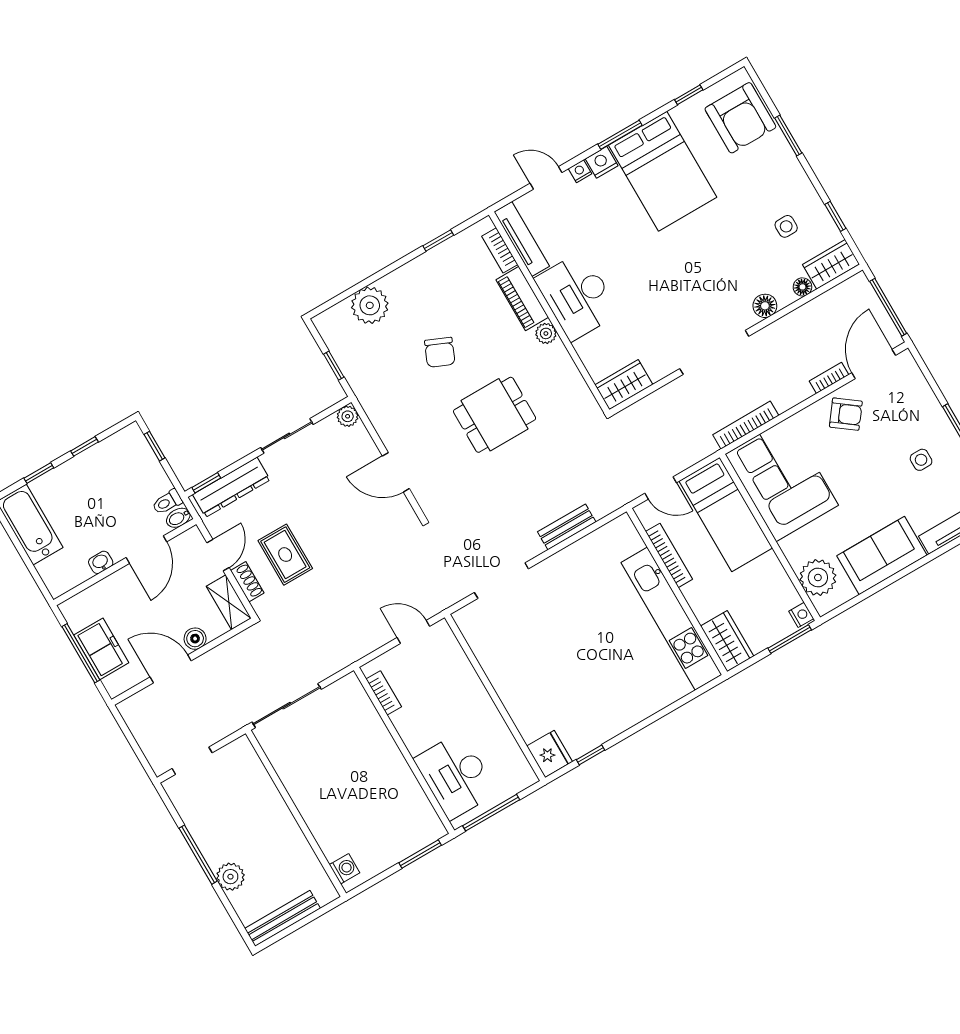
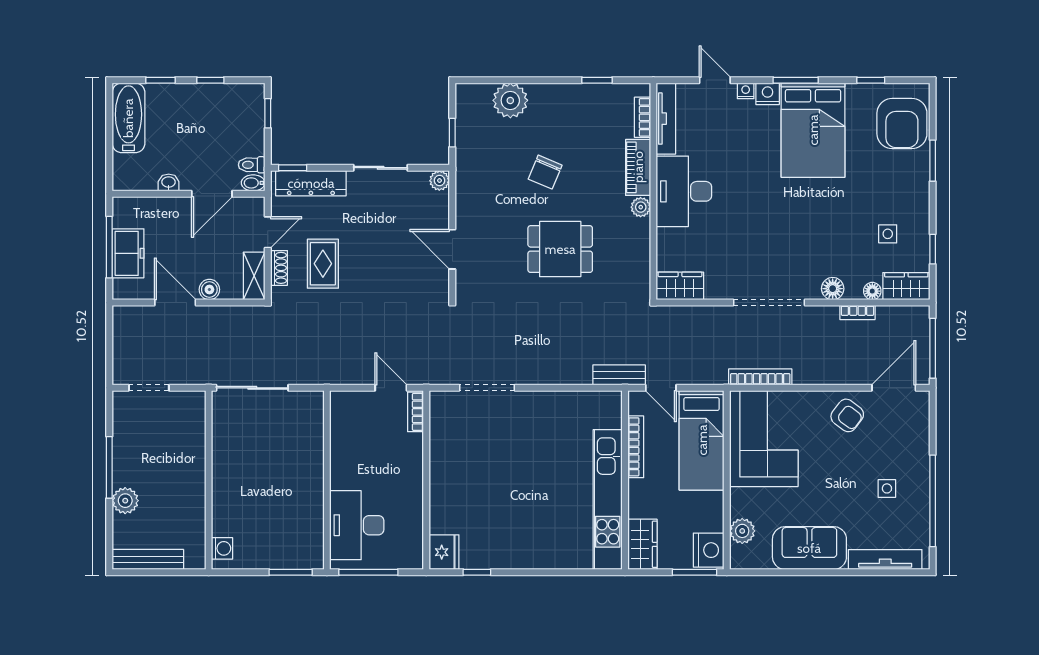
bookcase: (829, 378) -> (857, 312), moved, turned 180
bench: (567, 527) -> (619, 375), moved
plant: (818, 578) -> (742, 531), width x0.73, depth x0.73
nightstand: (801, 615) -> (709, 550), width x1.89, depth x1.79
bookcase: (384, 693) -> (416, 412), moved, turned 180

